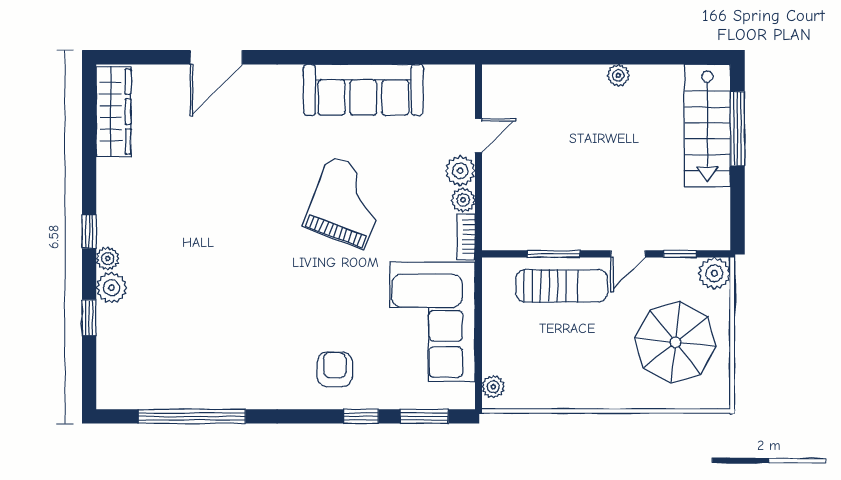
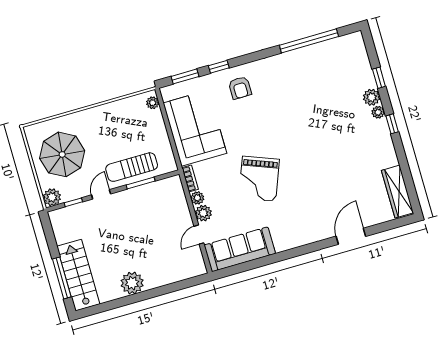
plant: (618, 75) -> (132, 283), width x1.87, depth x1.87
sofa: (363, 90) -> (240, 249), moved

